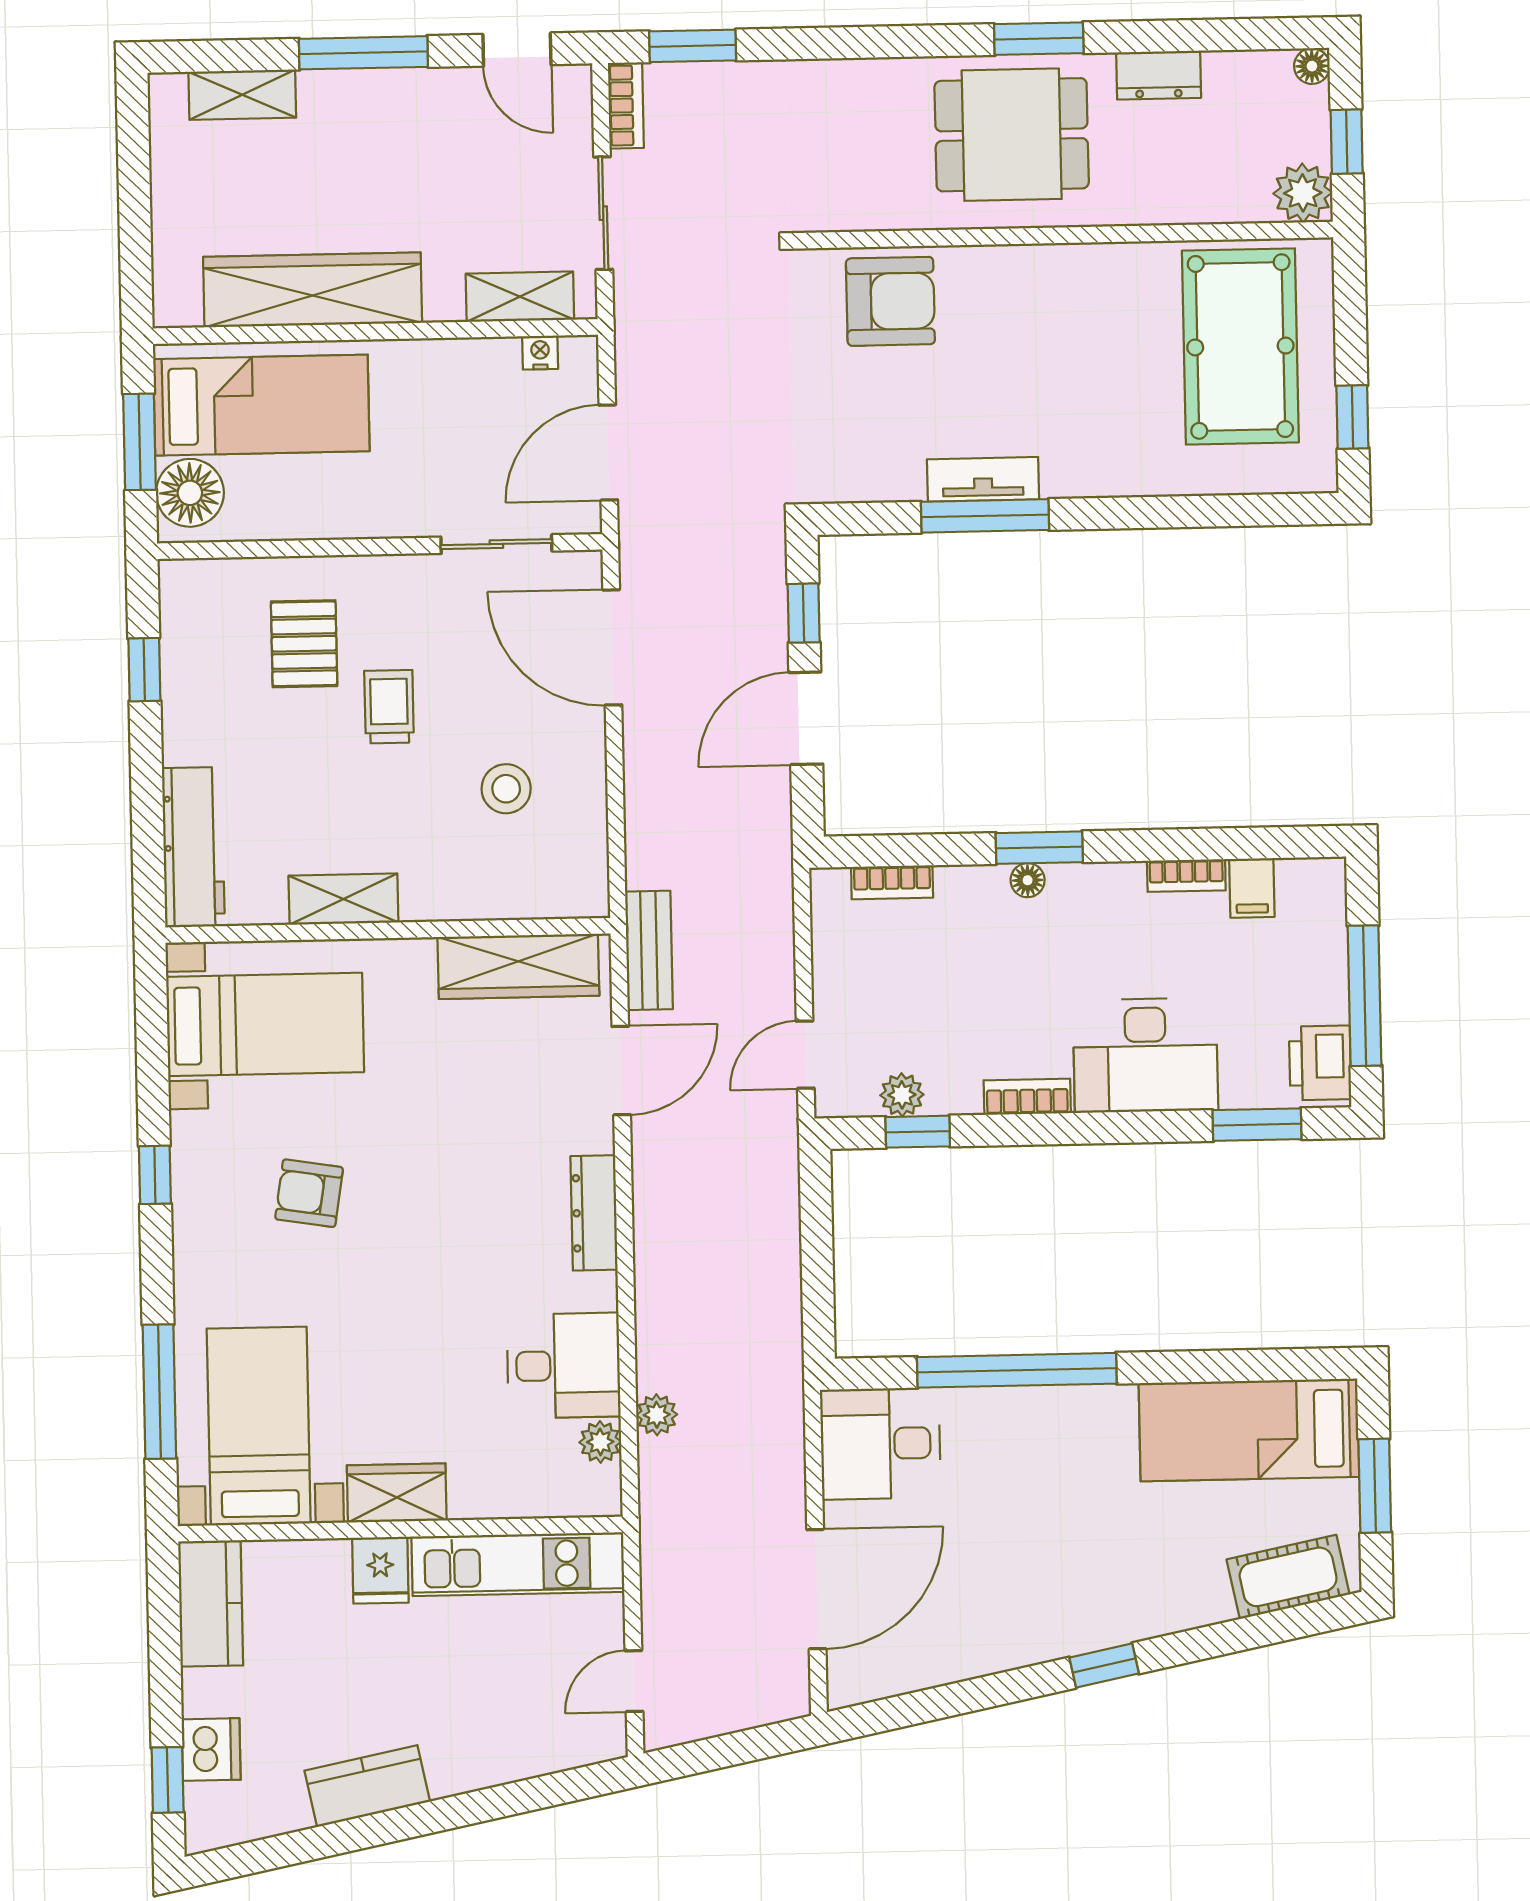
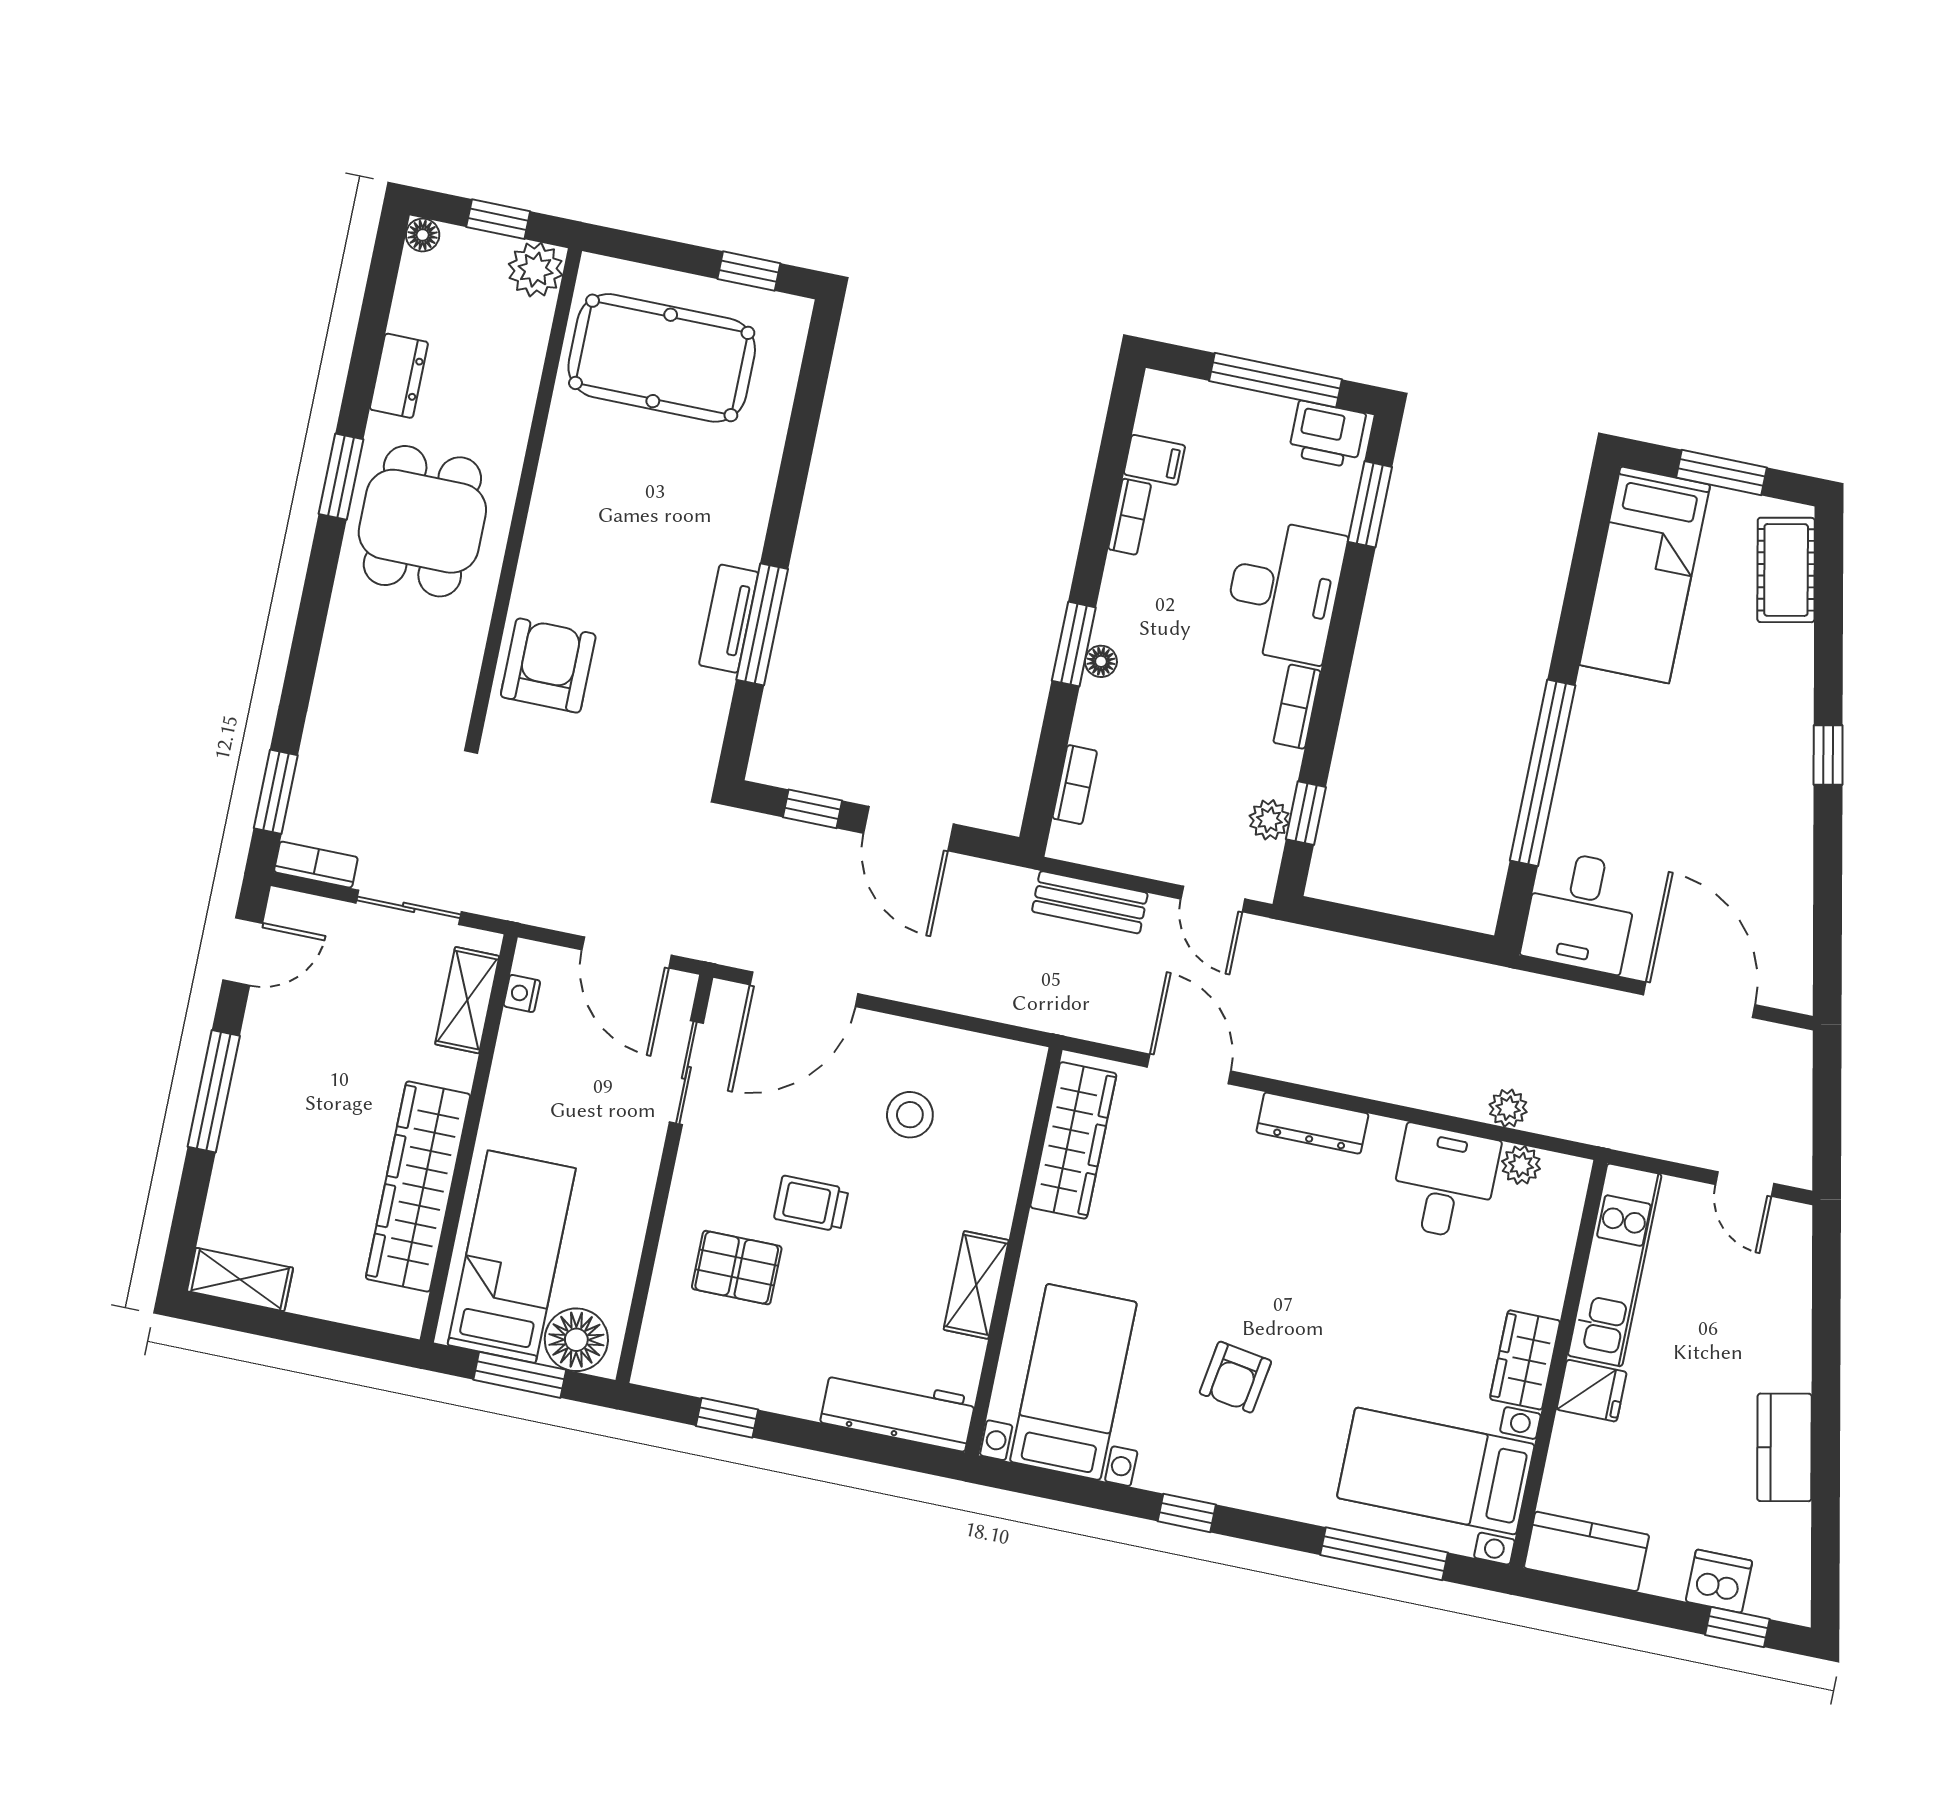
shelving: (242, 95) -> (240, 1279), moved, turned 90
bench: (649, 950) -> (1090, 902), moved

